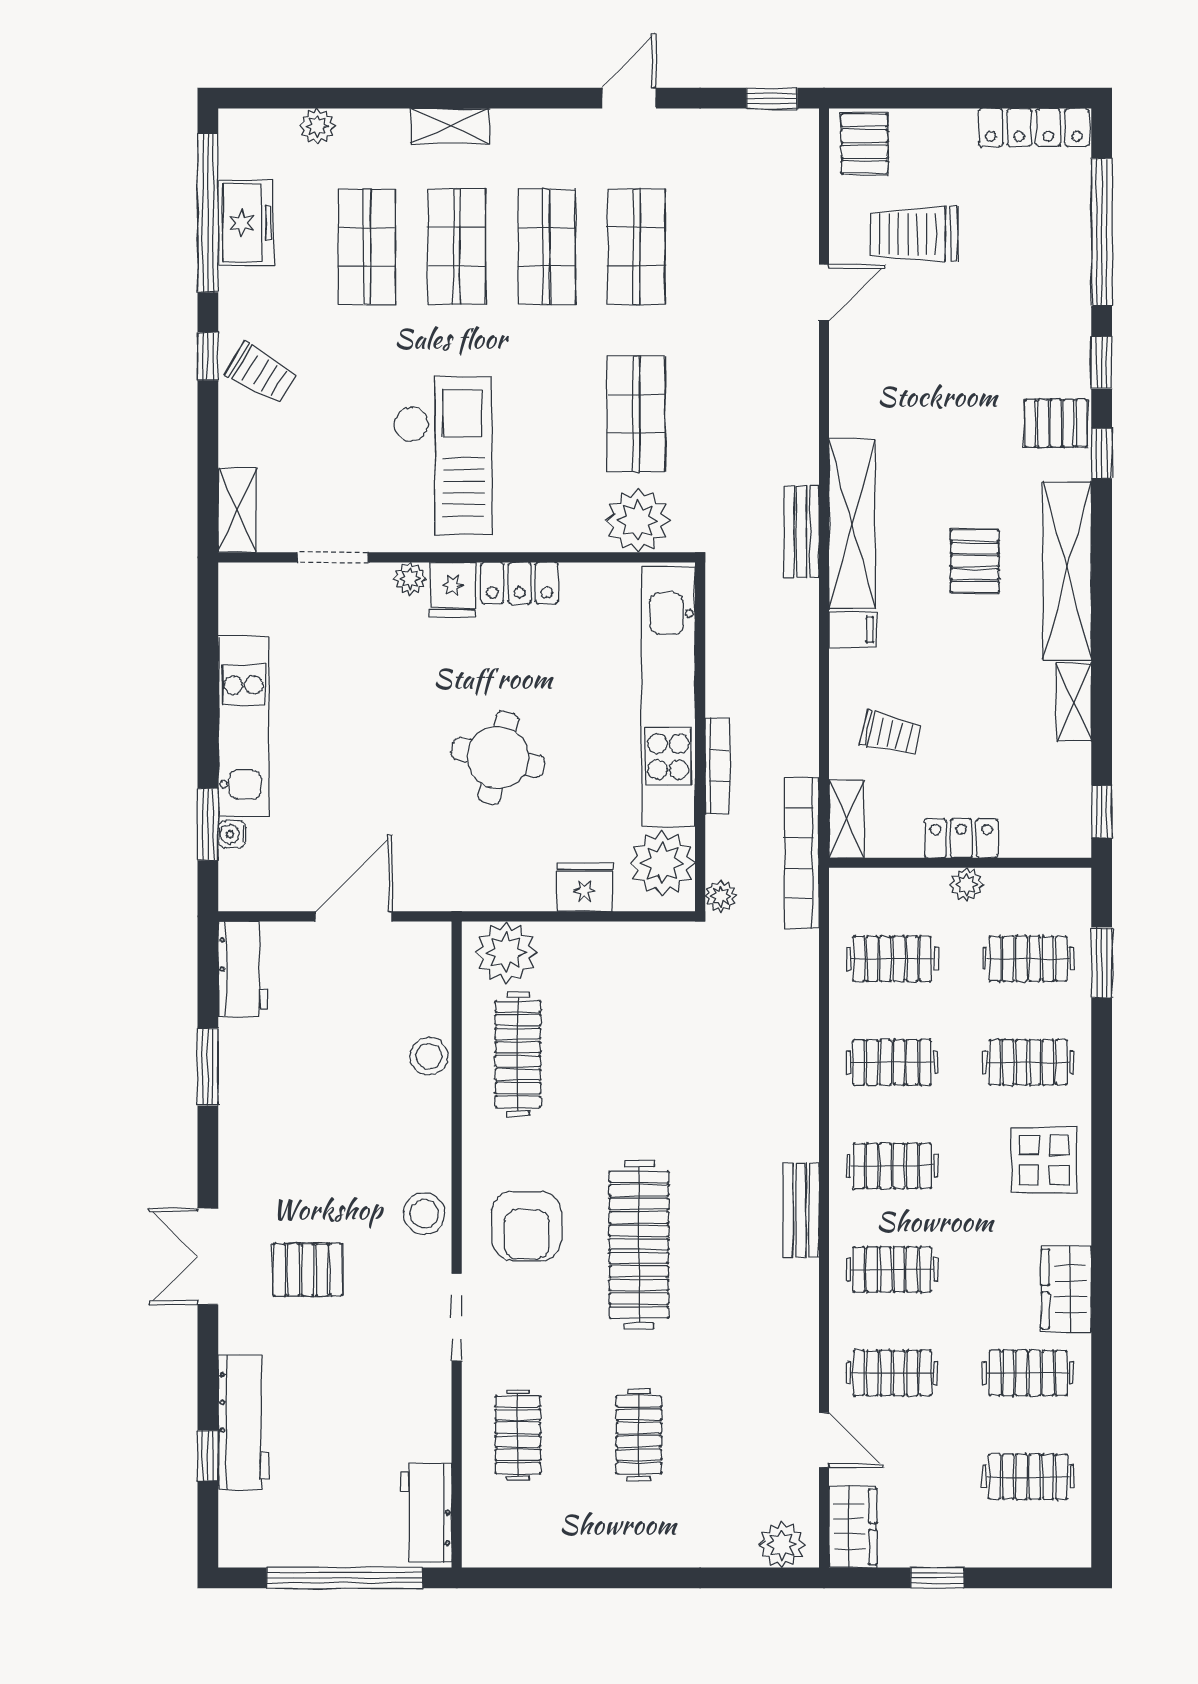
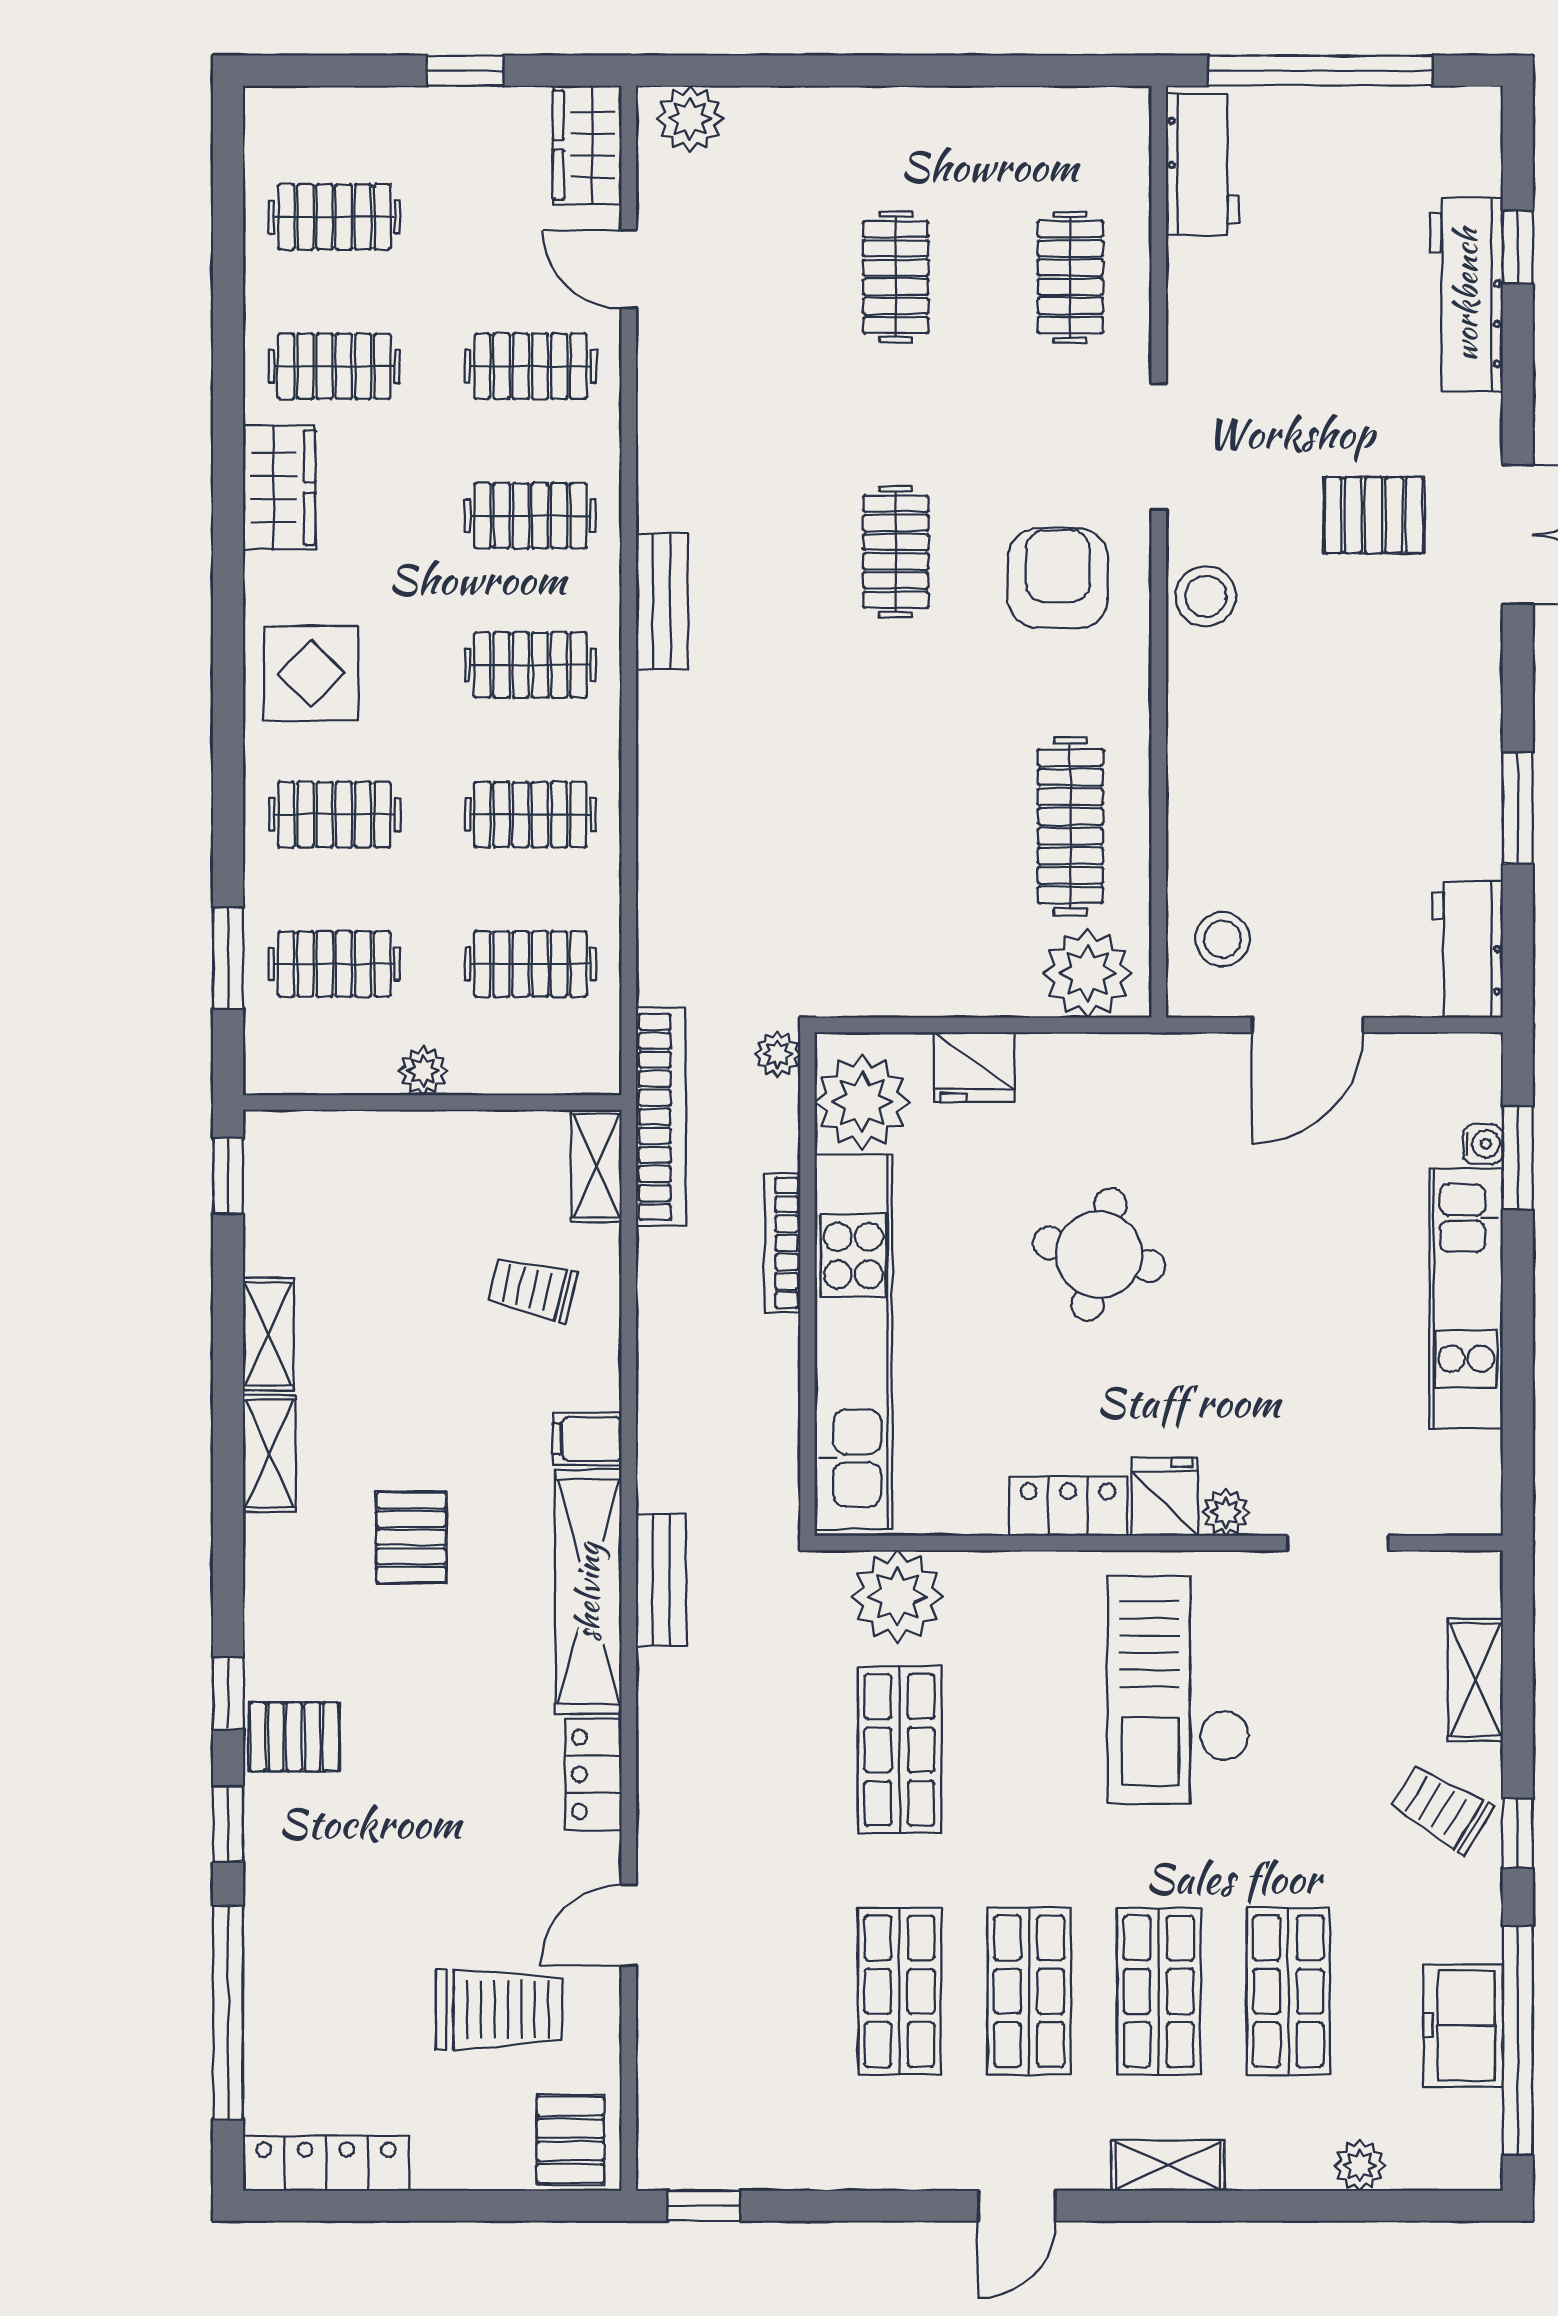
door: (629, 98) -> (1017, 2206), moved
shelving: (237, 510) -> (1475, 1680), moved
shelving: (1067, 571) -> (269, 1454), width x0.45, depth x0.75
locker: (961, 838) -> (593, 1774), moved, turned 90
stool: (429, 1056) -> (1222, 939), moved
clothes rail: (639, 1244) -> (896, 552), width x0.54, depth x0.76

